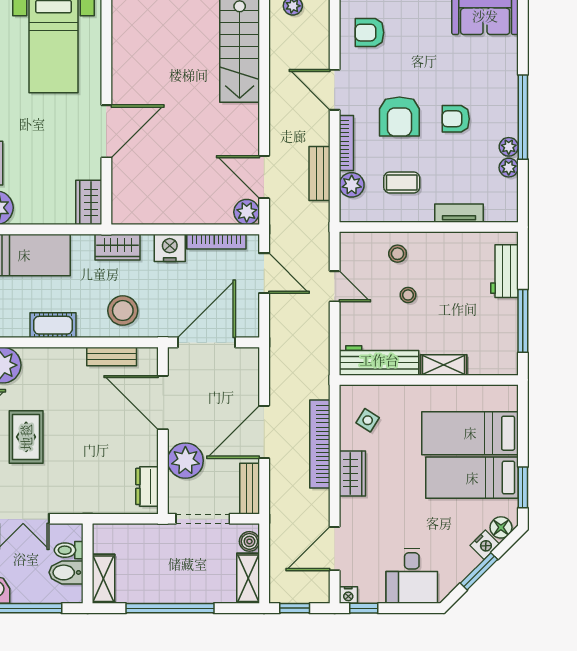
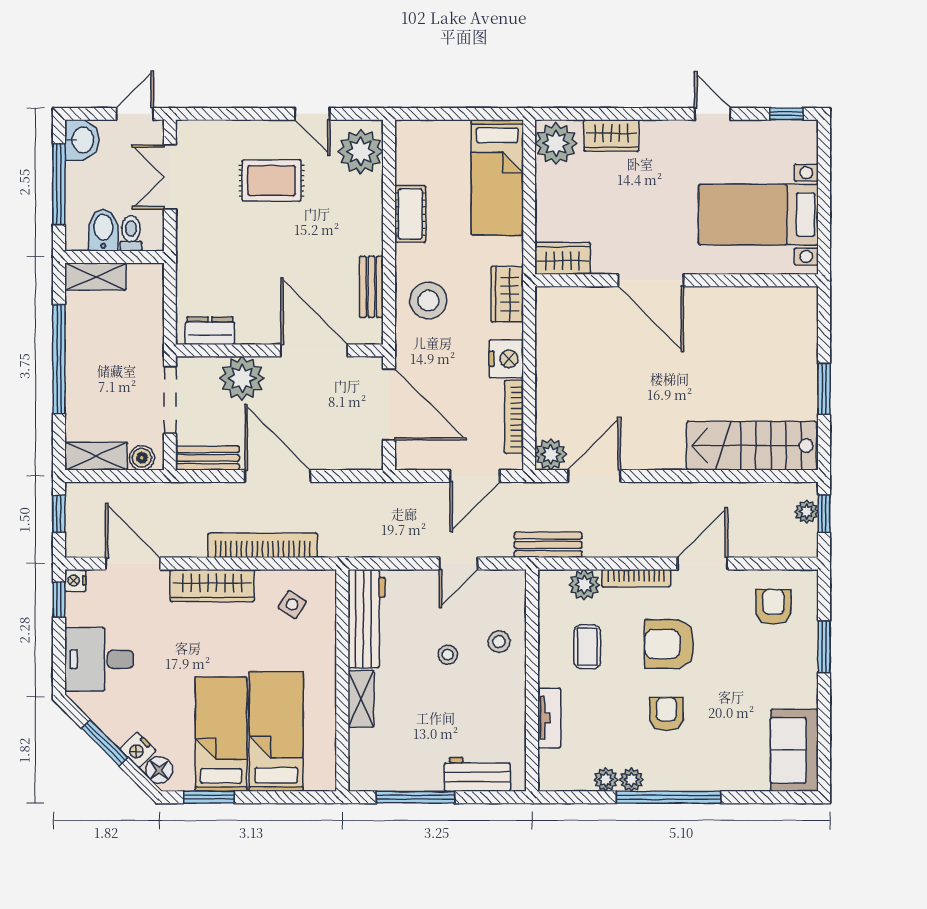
bench: (320, 173) -> (548, 545), moved
door: (163, 403) -> (314, 350), hinge flipped
wardrobe: (352, 473) -> (212, 586), width x1.50

